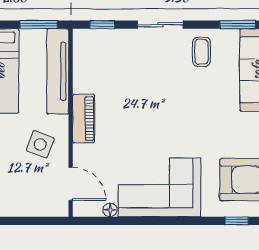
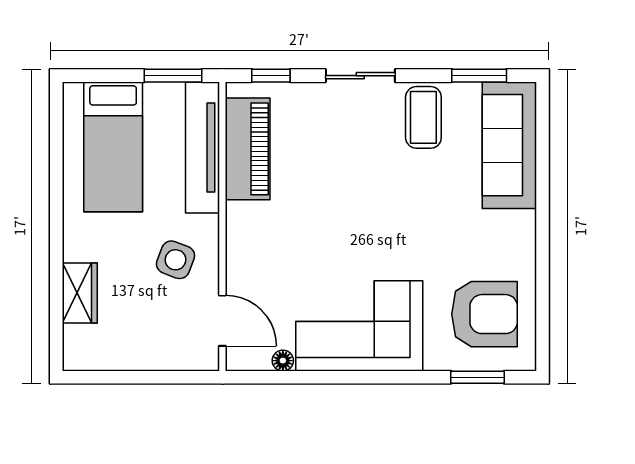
coffee table: (201, 52) -> (423, 117), width x1.36, depth x1.30
piano: (84, 119) -> (248, 149), moved, width x1.37, depth x1.33
window: (237, 221) -> (477, 377), width x1.50

